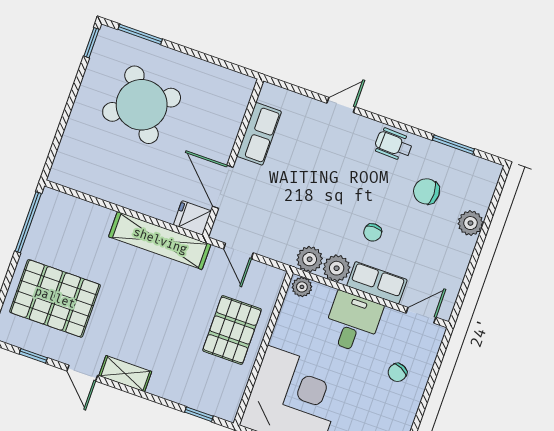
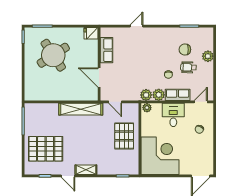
wheelchair: (394, 145) -> (188, 67), moved
fridge: (192, 218) -> (91, 33), moved

